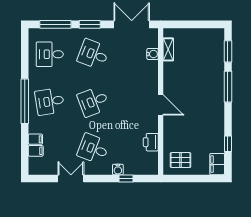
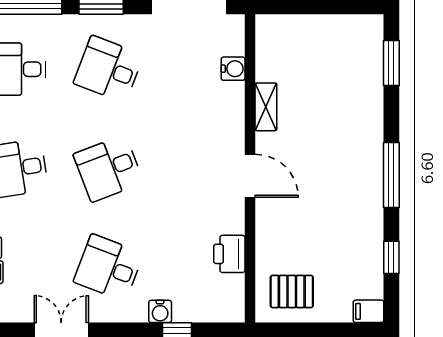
shelving: (168, 49) -> (266, 107), moved
window: (228, 87) -> (391, 175), moved
filing cabinet: (217, 164) -> (369, 311), width x0.50

